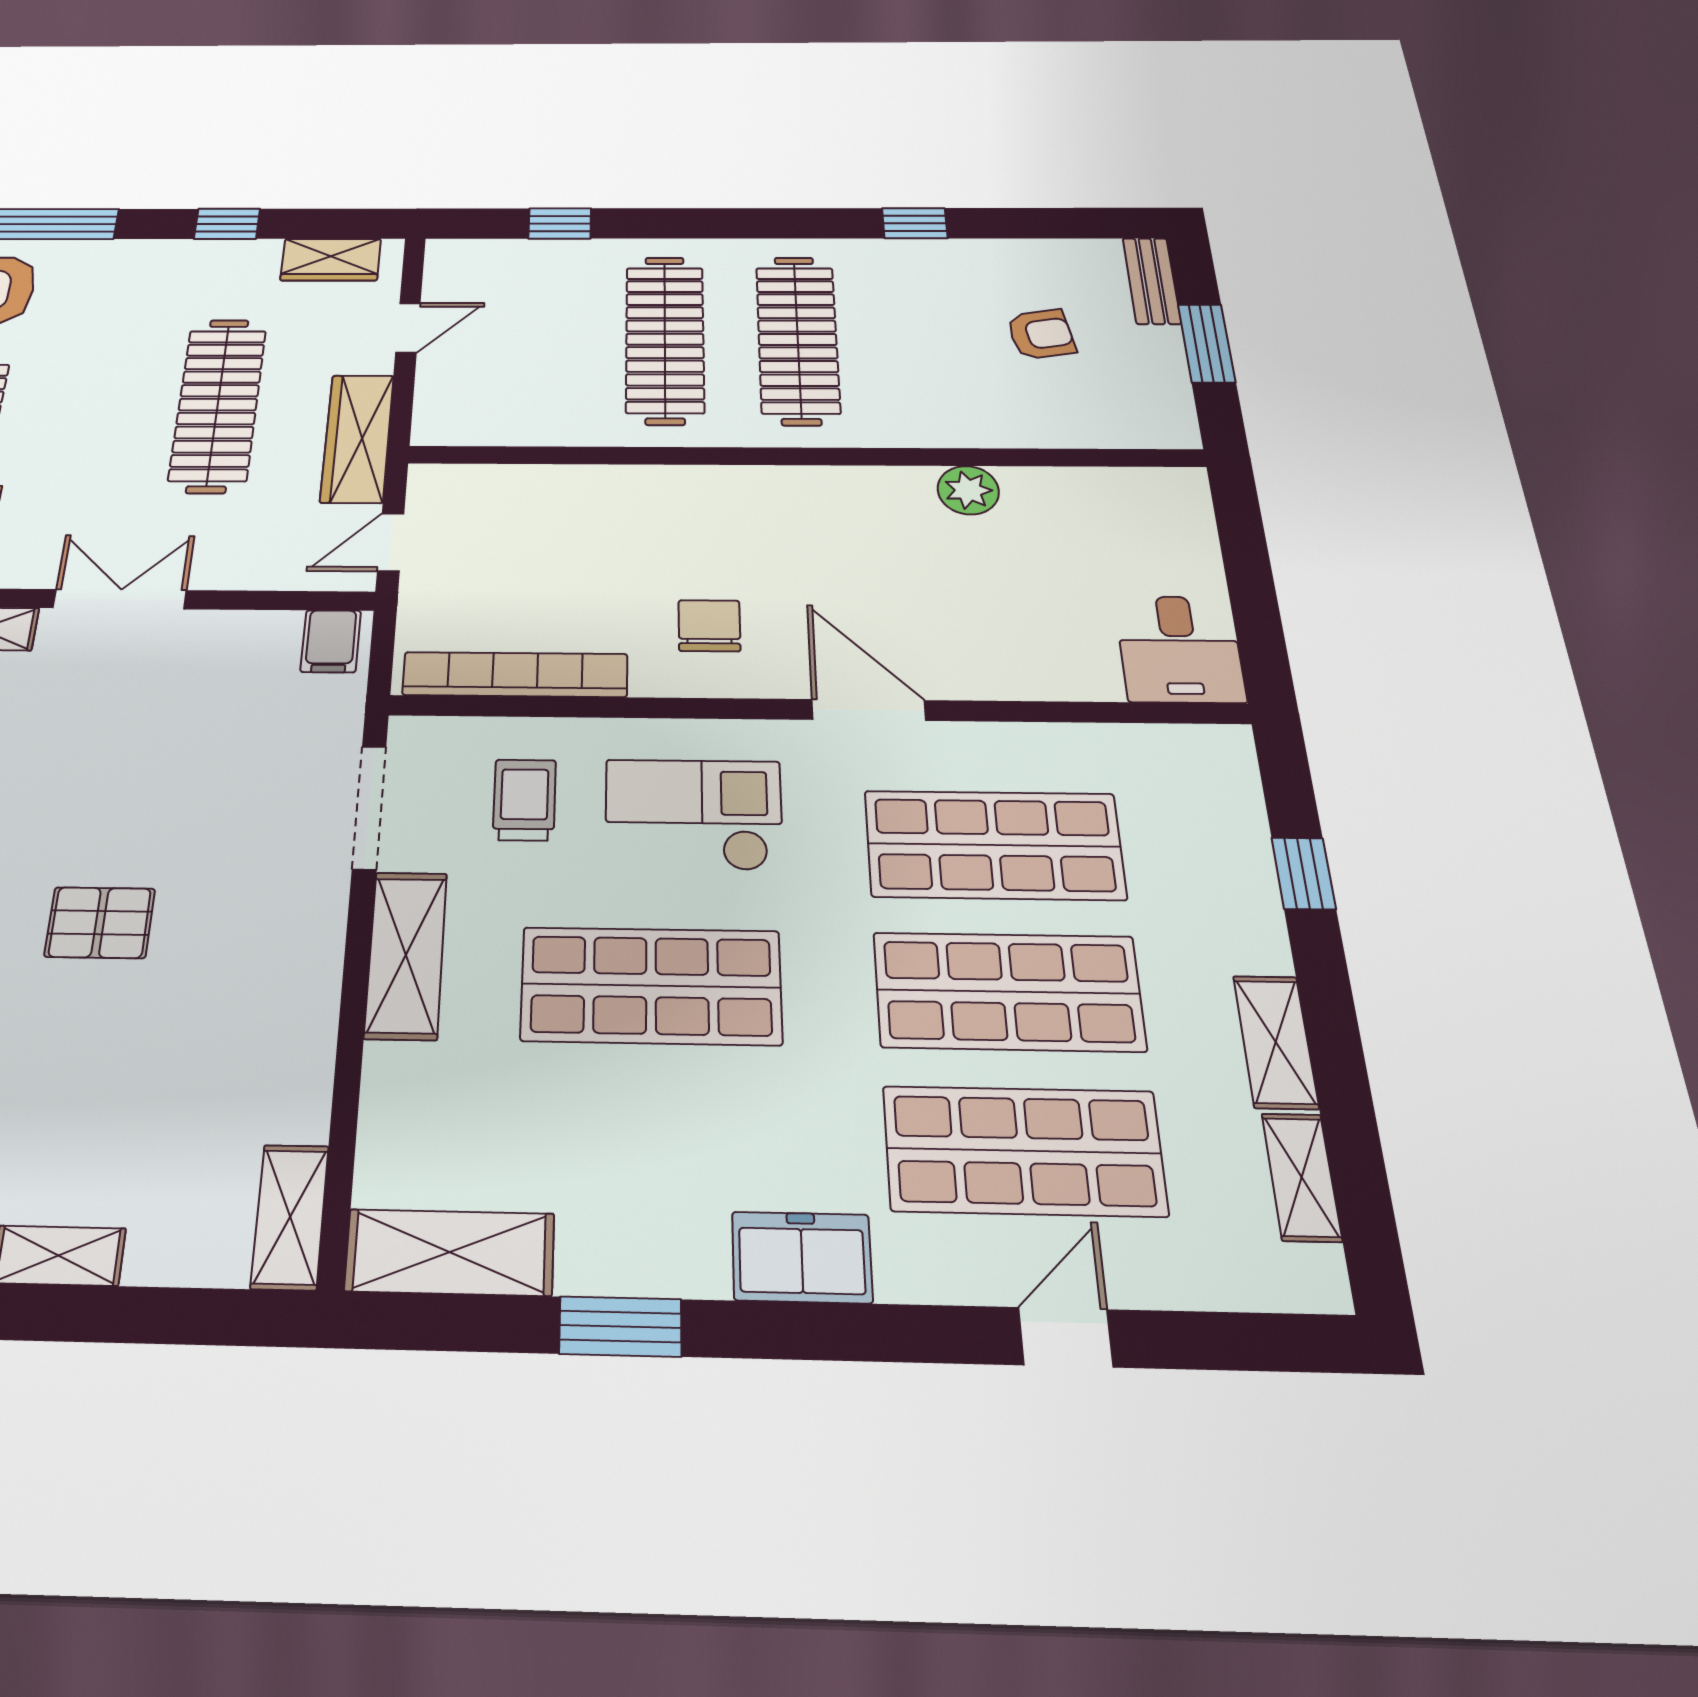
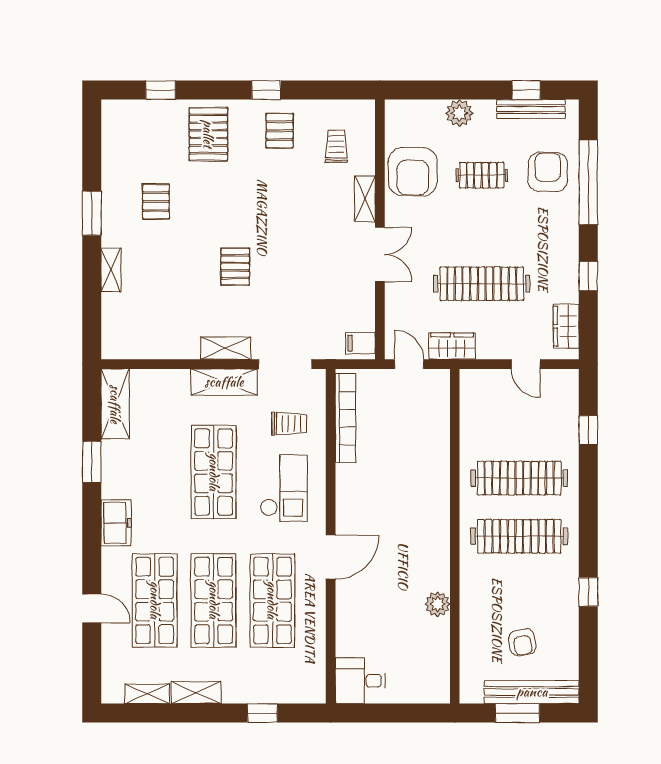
bench: (1152, 281) -> (532, 692), width x1.86, depth x1.21
wardrobe: (357, 438) -> (452, 346), width x0.67
chair: (709, 626) -> (369, 495), removed
shelving: (290, 1217) -> (226, 348), moved

